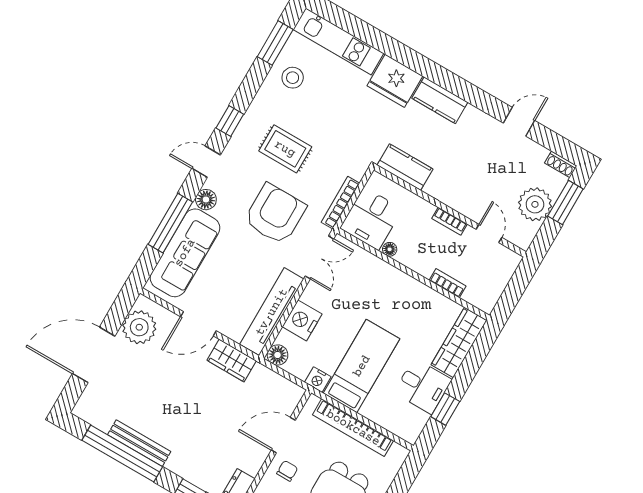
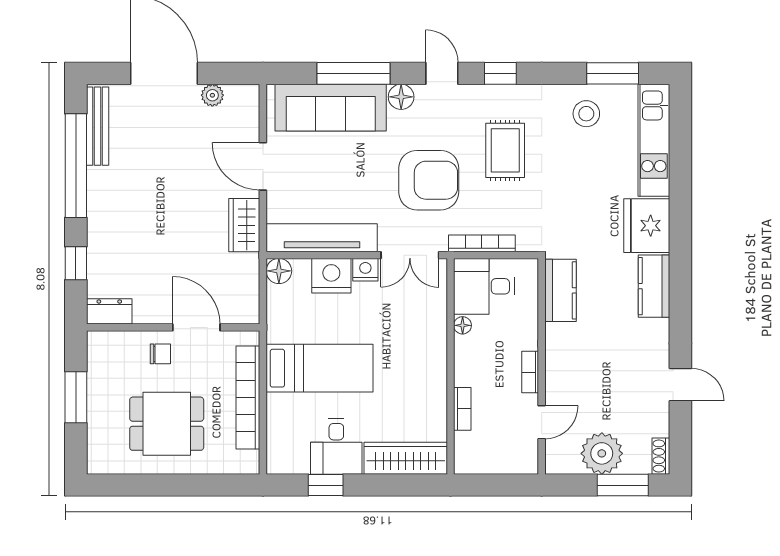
plant: (139, 327) -> (212, 95), width x0.53, depth x0.53
nightstand: (318, 380) -> (365, 270), moved, turned 90
bench: (139, 443) -> (98, 126), moved

